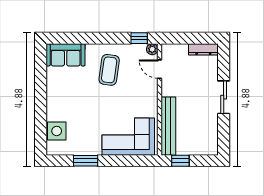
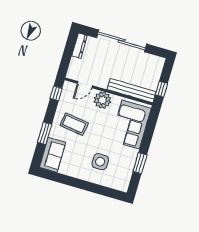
window: (88, 38) -> (45, 133), added
plant: (152, 49) -> (102, 100), moved, width x1.88, depth x1.88
sliding door: (224, 97) -> (122, 41), width x1.86
side table: (57, 131) -> (100, 162), moved

